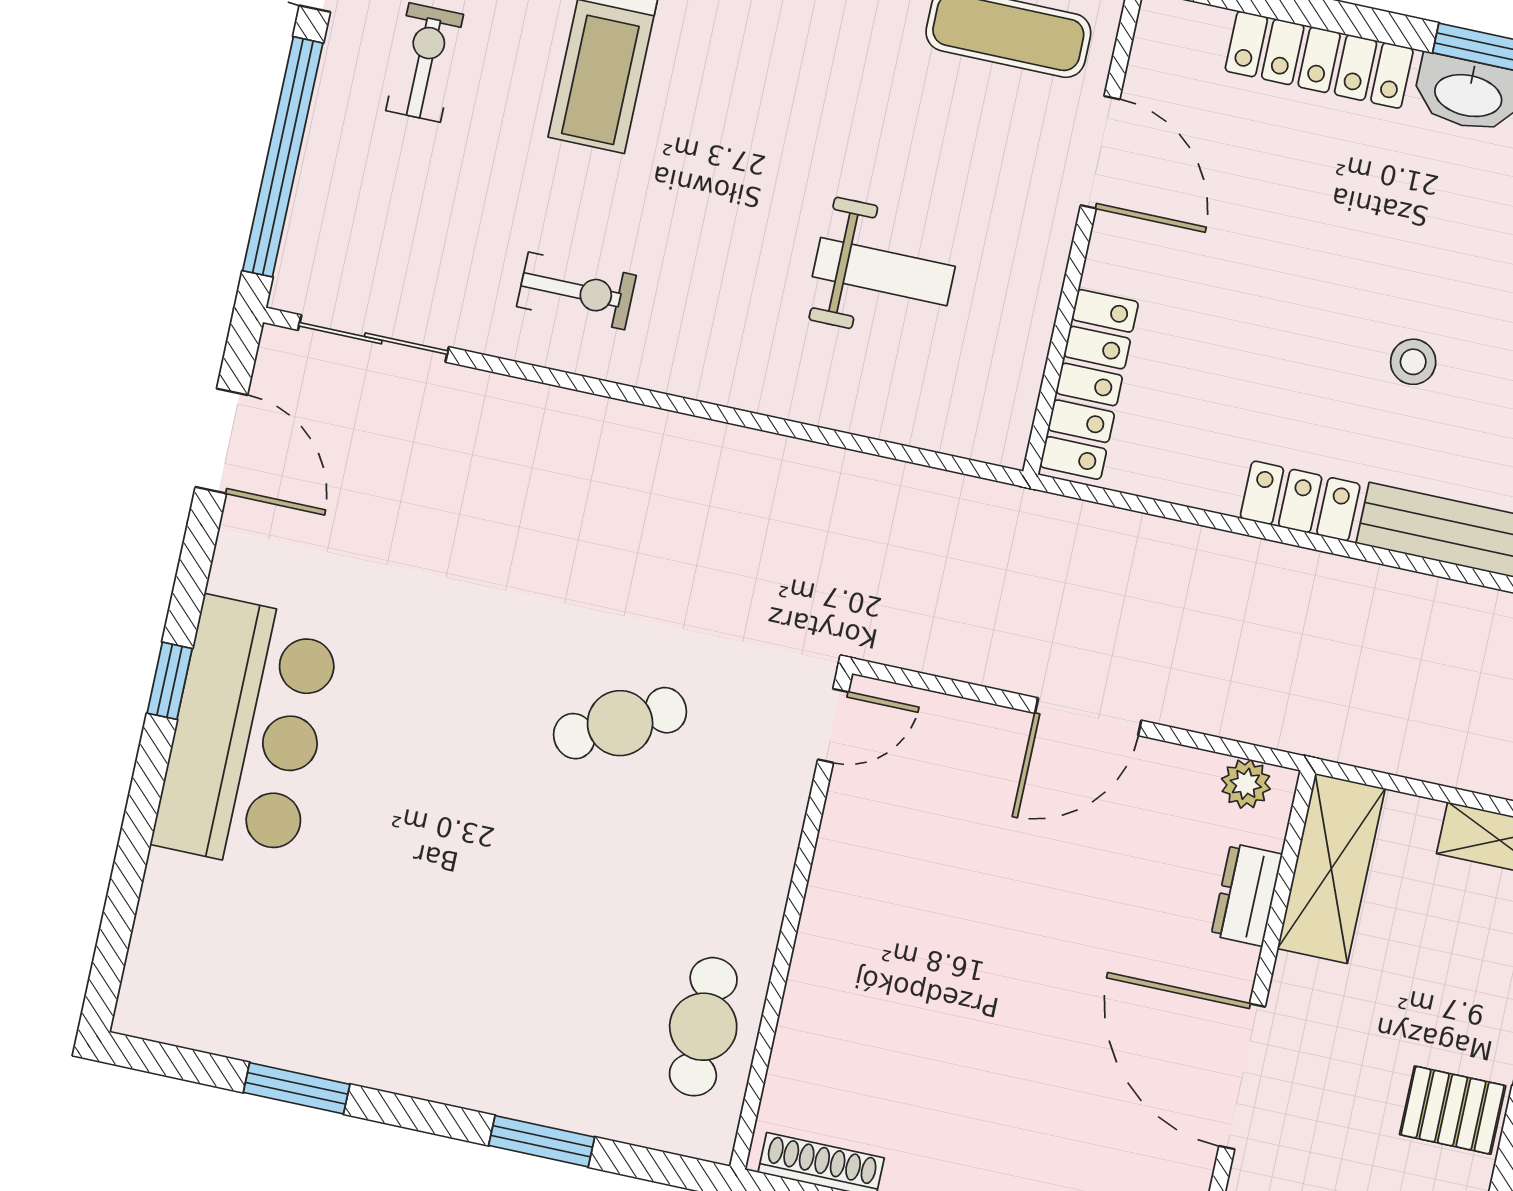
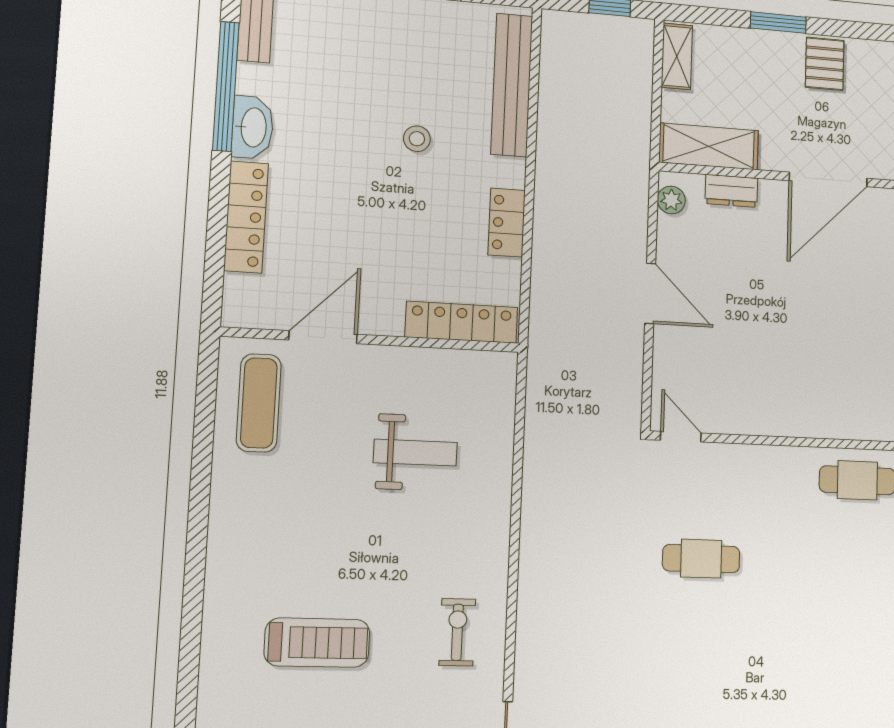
weight bench: (884, 272) -> (415, 453), turned 90
locker: (1300, 501) -> (507, 223), moved
cafe table: (620, 723) -> (701, 559), turned -62

